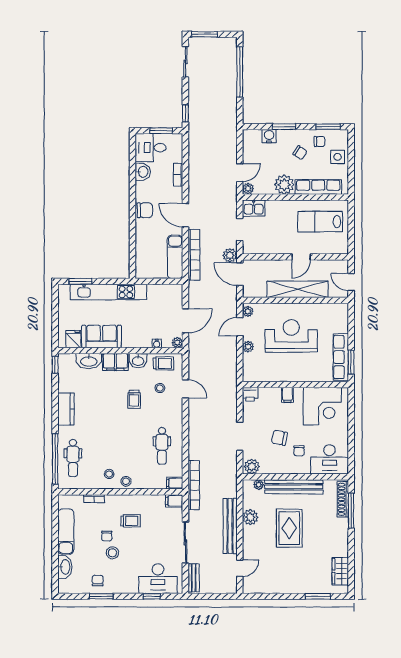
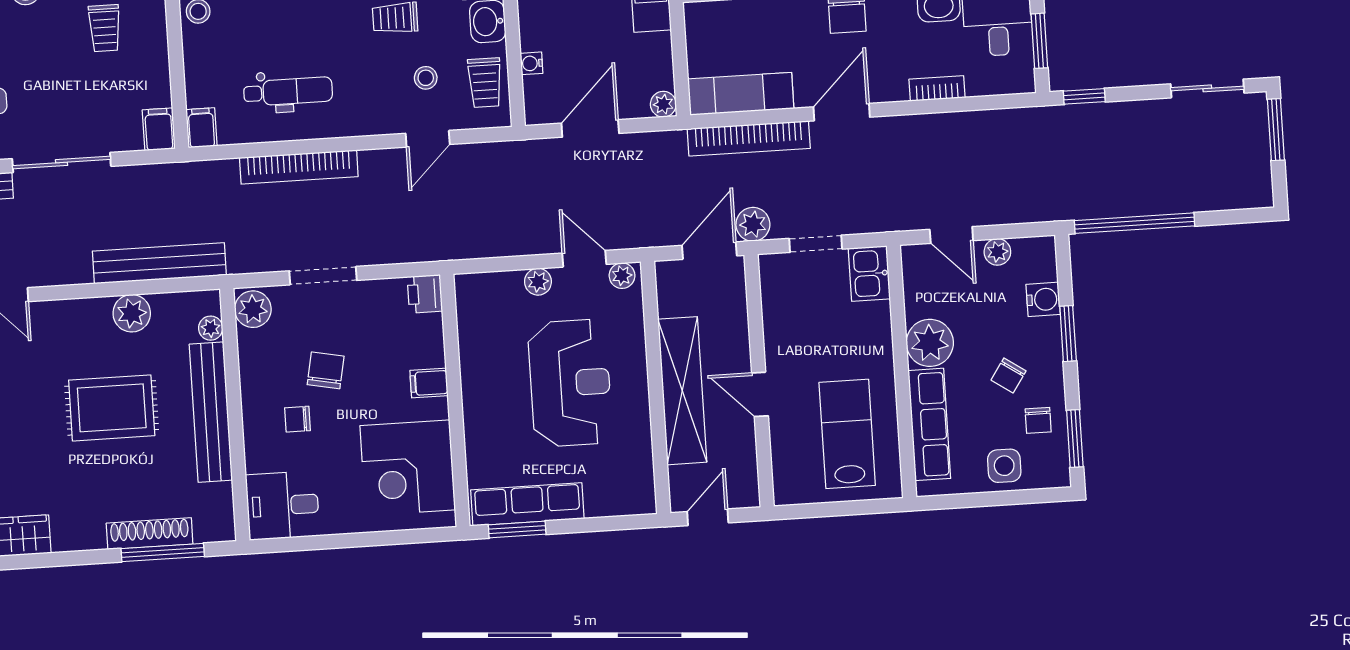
window: (240, 72) -> (1134, 223), moved
plant: (248, 189) -> (997, 252), moved
door: (185, 321) -> (590, 128), swing flipped
plant: (177, 343) -> (663, 104), moved
dental chair: (162, 446) -> (288, 91), turned 180
desk: (330, 459) -> (283, 505), width x0.73
bookcase: (194, 485) -> (299, 167), moved
shoe rack: (343, 499) -> (150, 534), moved
bench: (230, 526) -> (159, 263), moved

